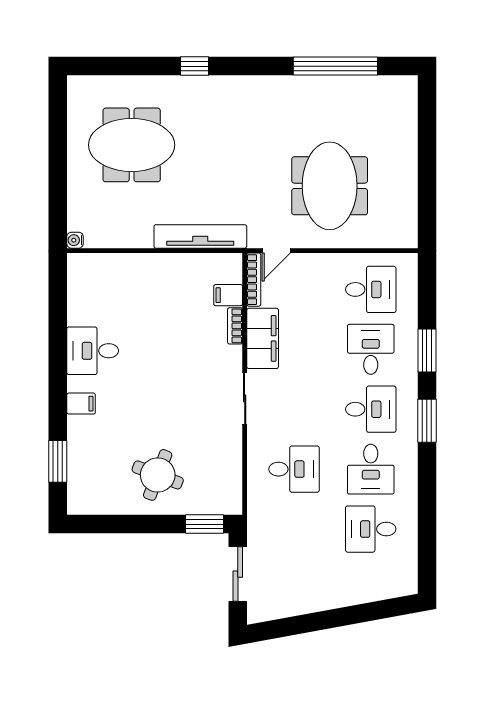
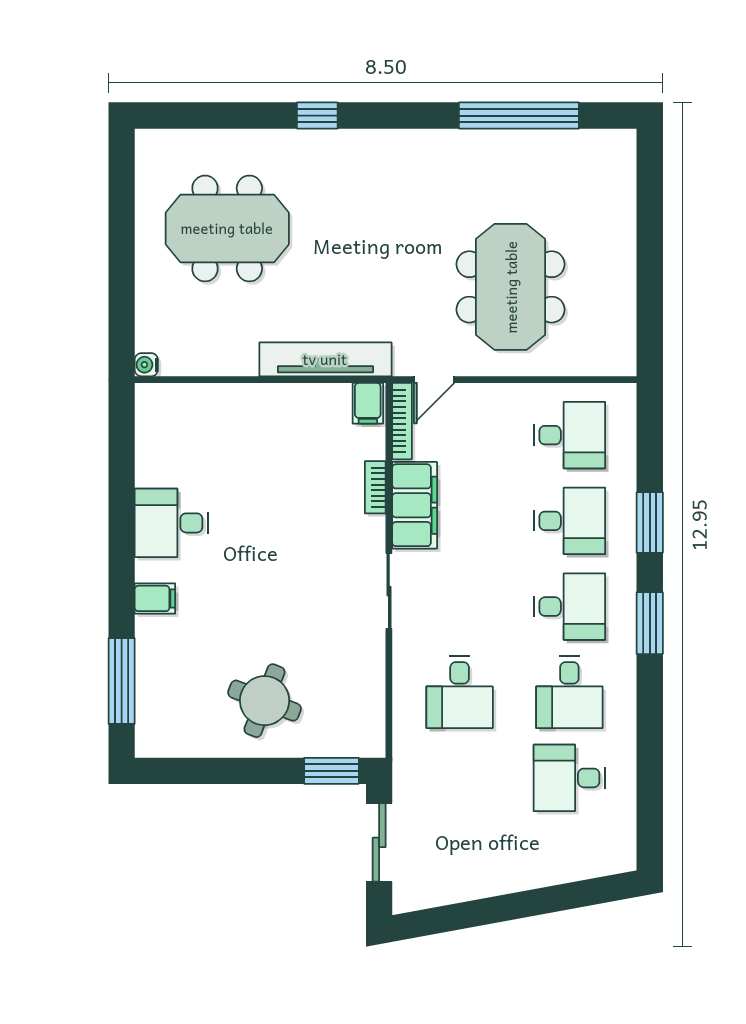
filing cabinet: (228, 295) -> (368, 403), moved, turned -90
desk: (371, 349) -> (569, 521), turned 90
window: (58, 461) -> (122, 681), width x1.44
desk: (294, 469) -> (460, 692), turned 90

